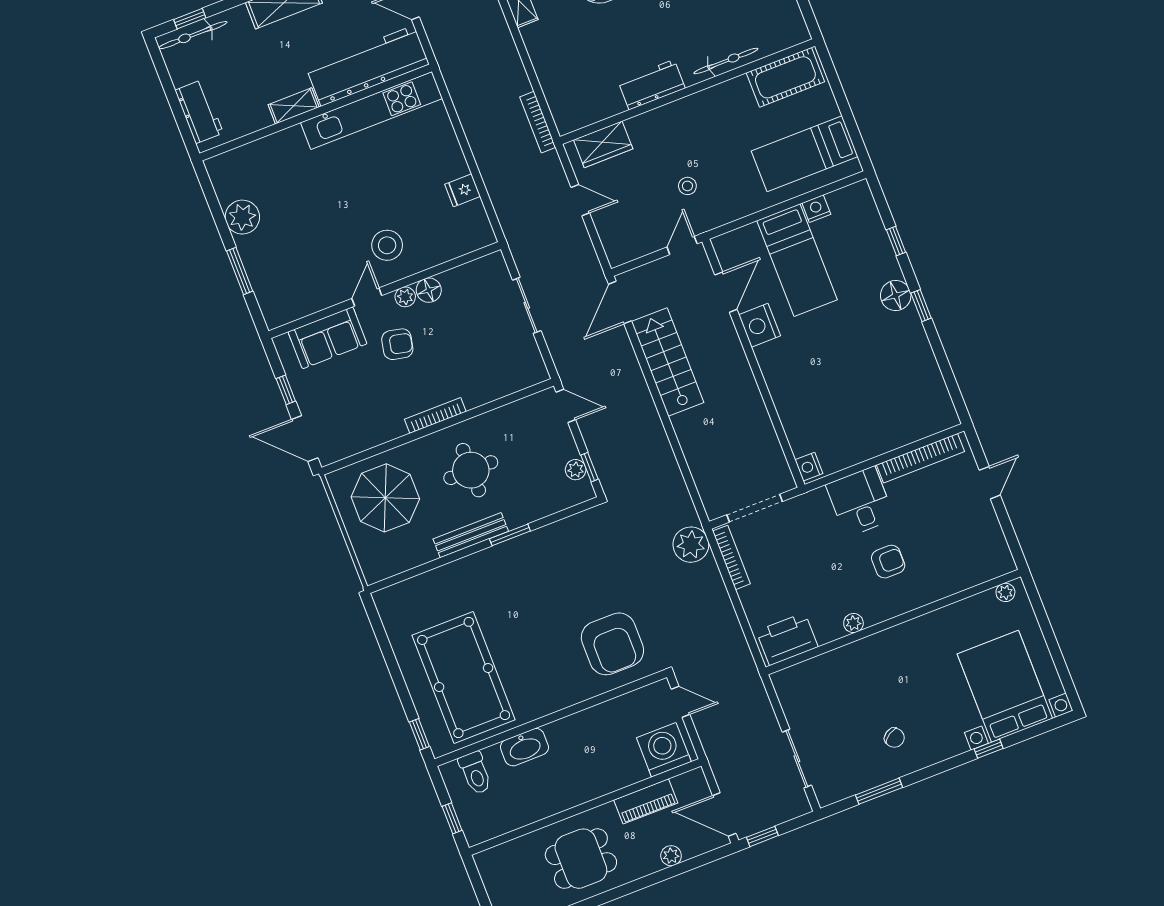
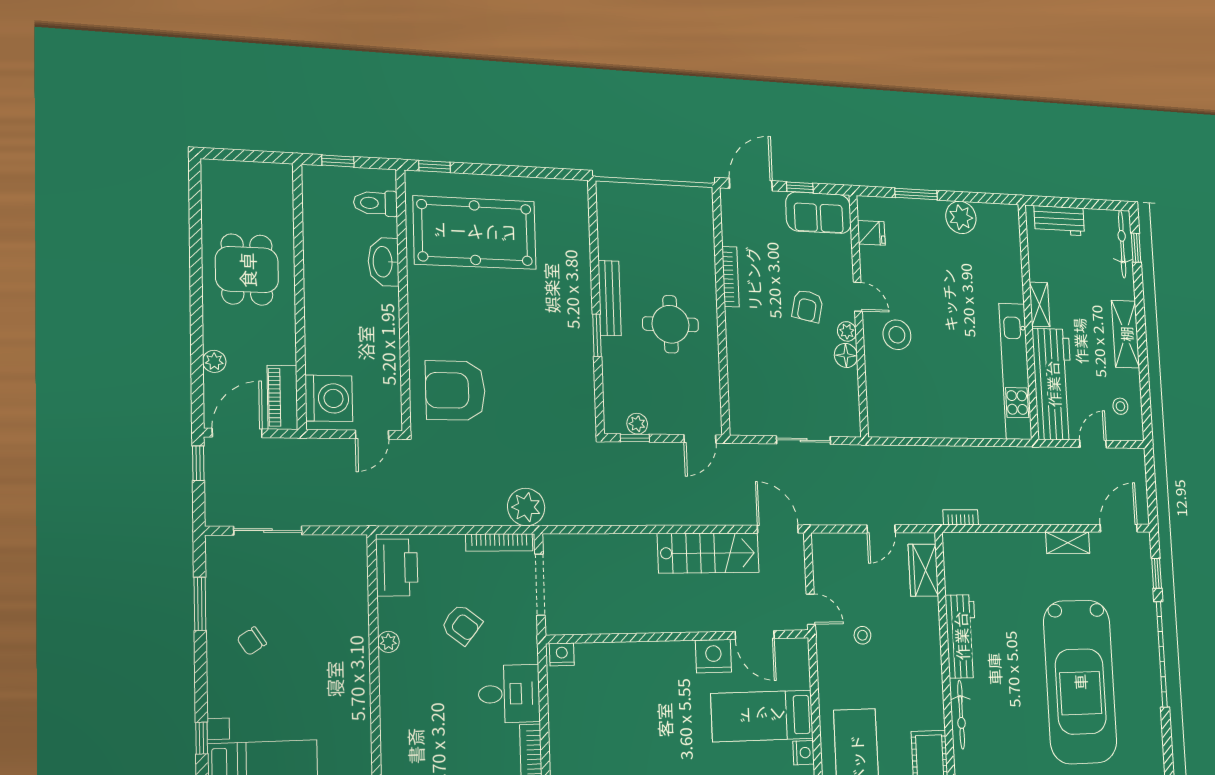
workbench: (652, 85) -> (961, 636), width x1.37
bookcase: (538, 122) -> (961, 517), width x0.64
fridge: (463, 190) -> (871, 233), moved, turned 90
sofa: (328, 338) -> (819, 213), moved, turned -90
bookcase: (435, 415) -> (730, 277), moved
parasol: (385, 498) -> (672, 234), removed
armchair: (888, 562) -> (462, 625), moved, turned -52
piano: (646, 801) -> (282, 397), moved

